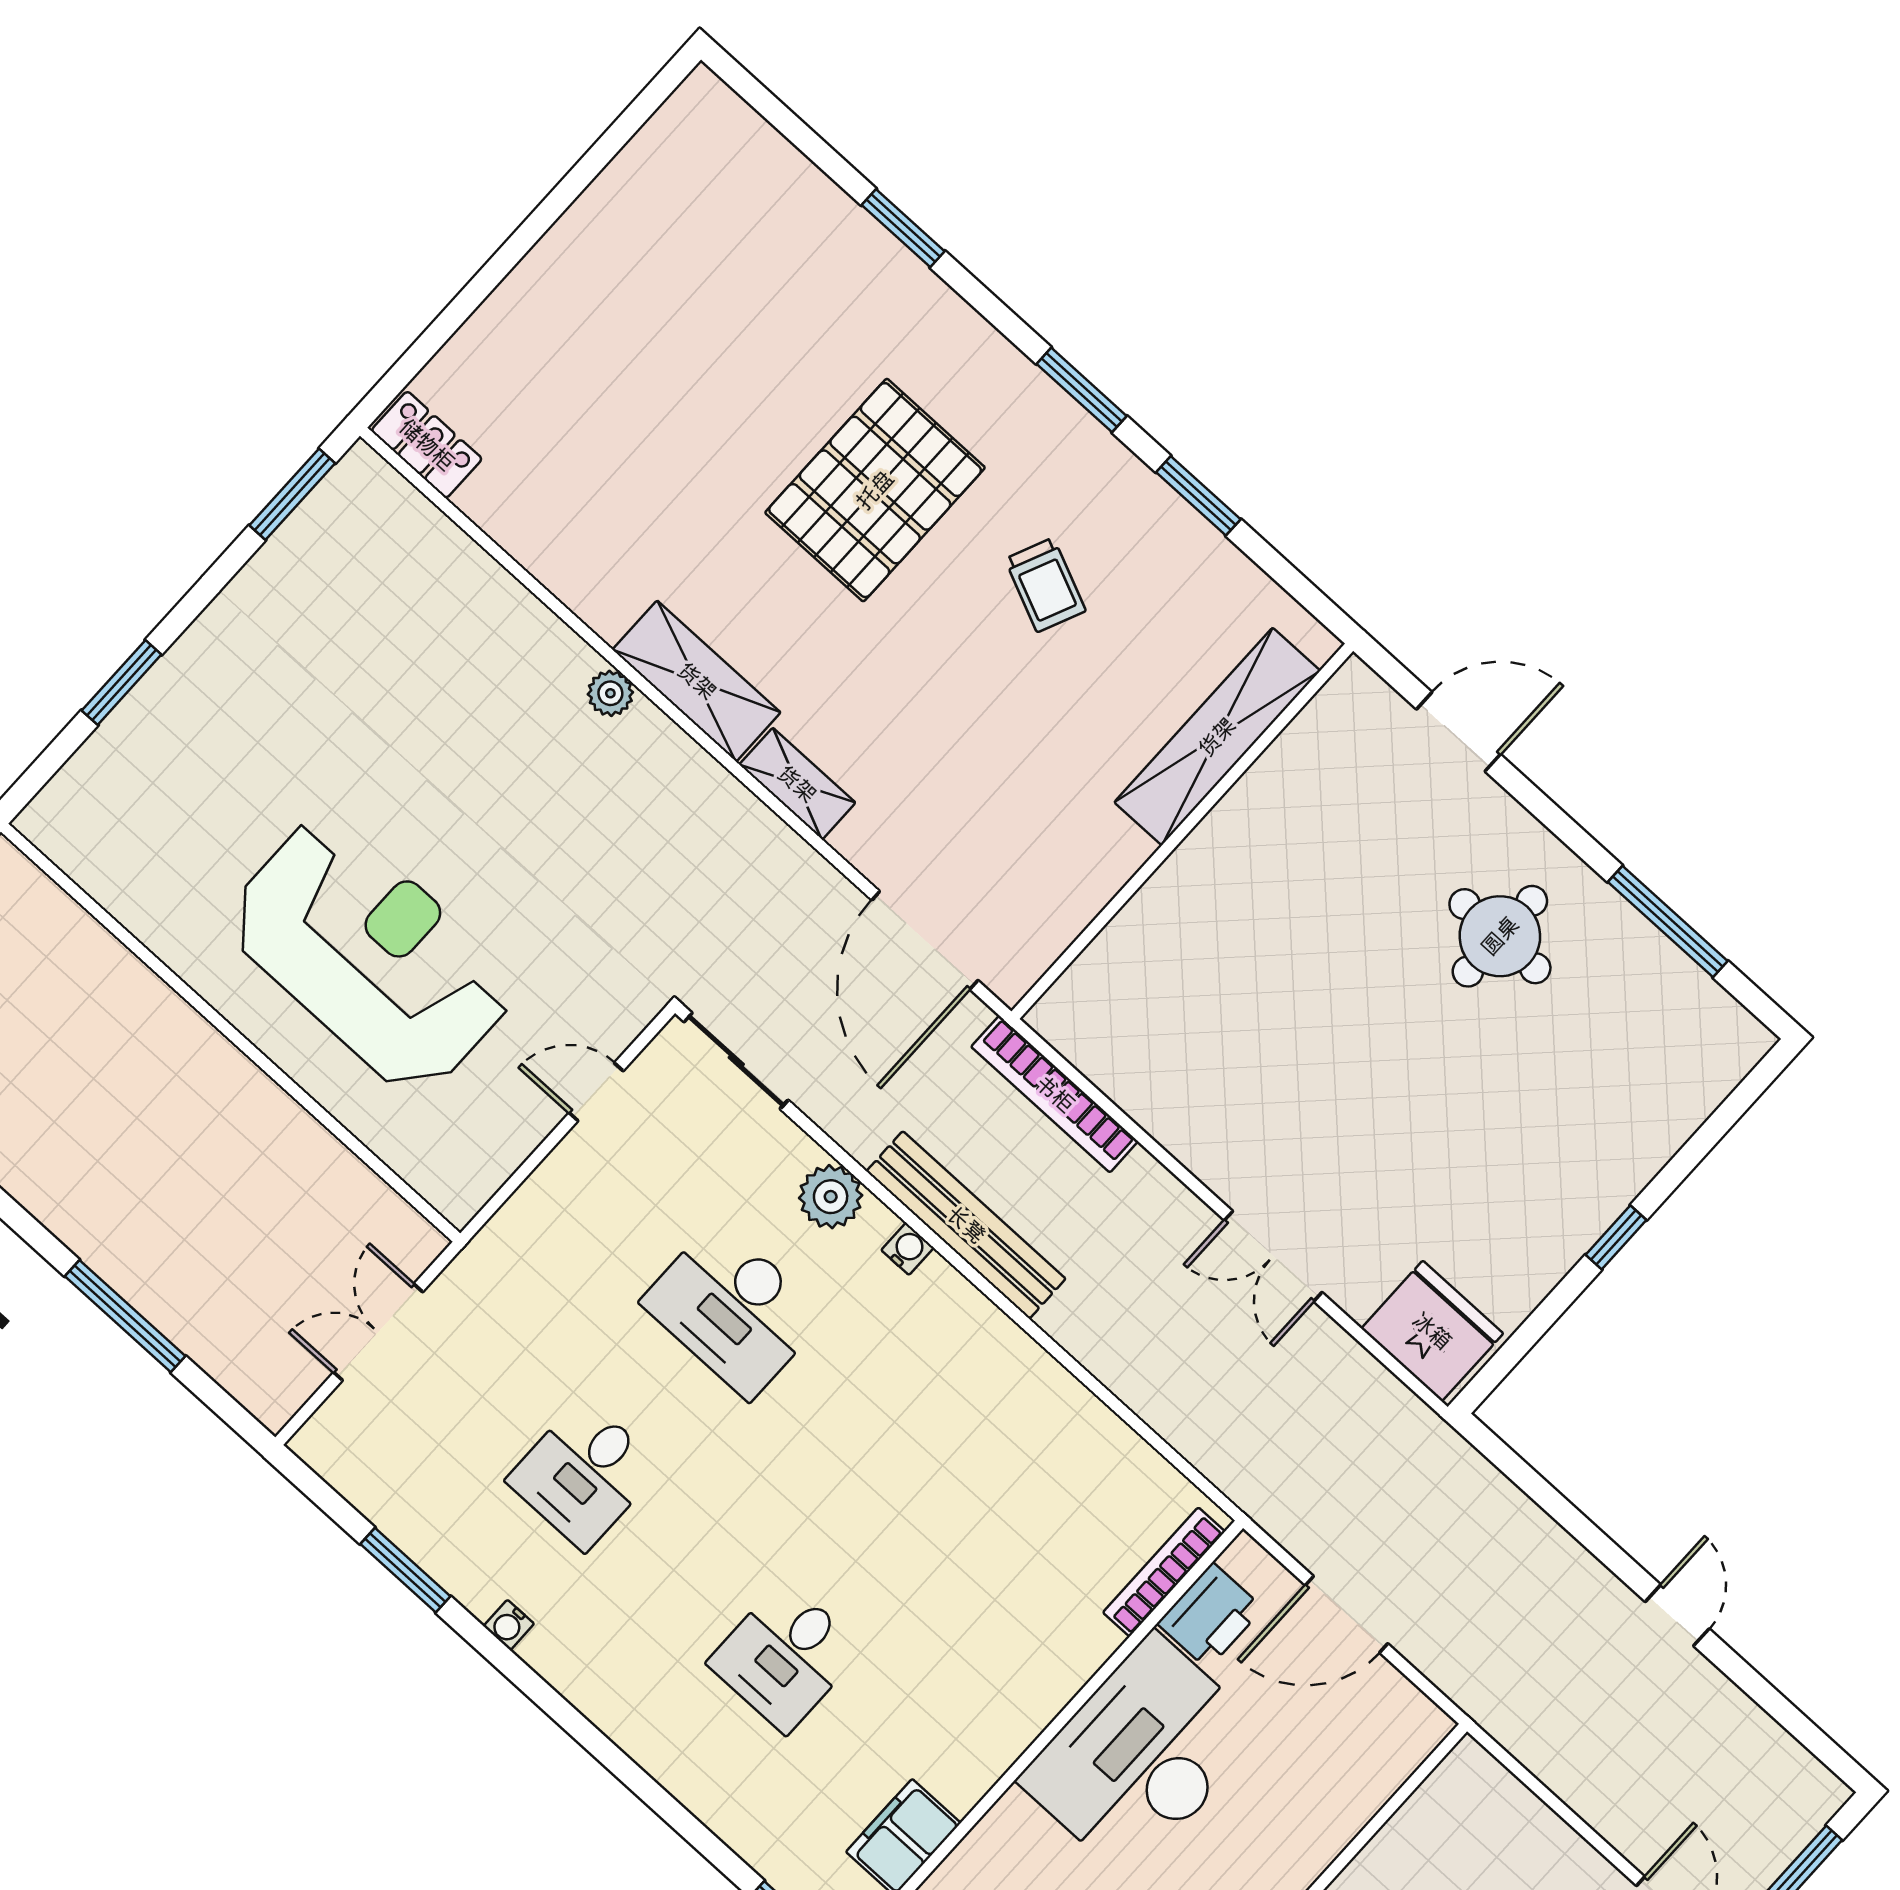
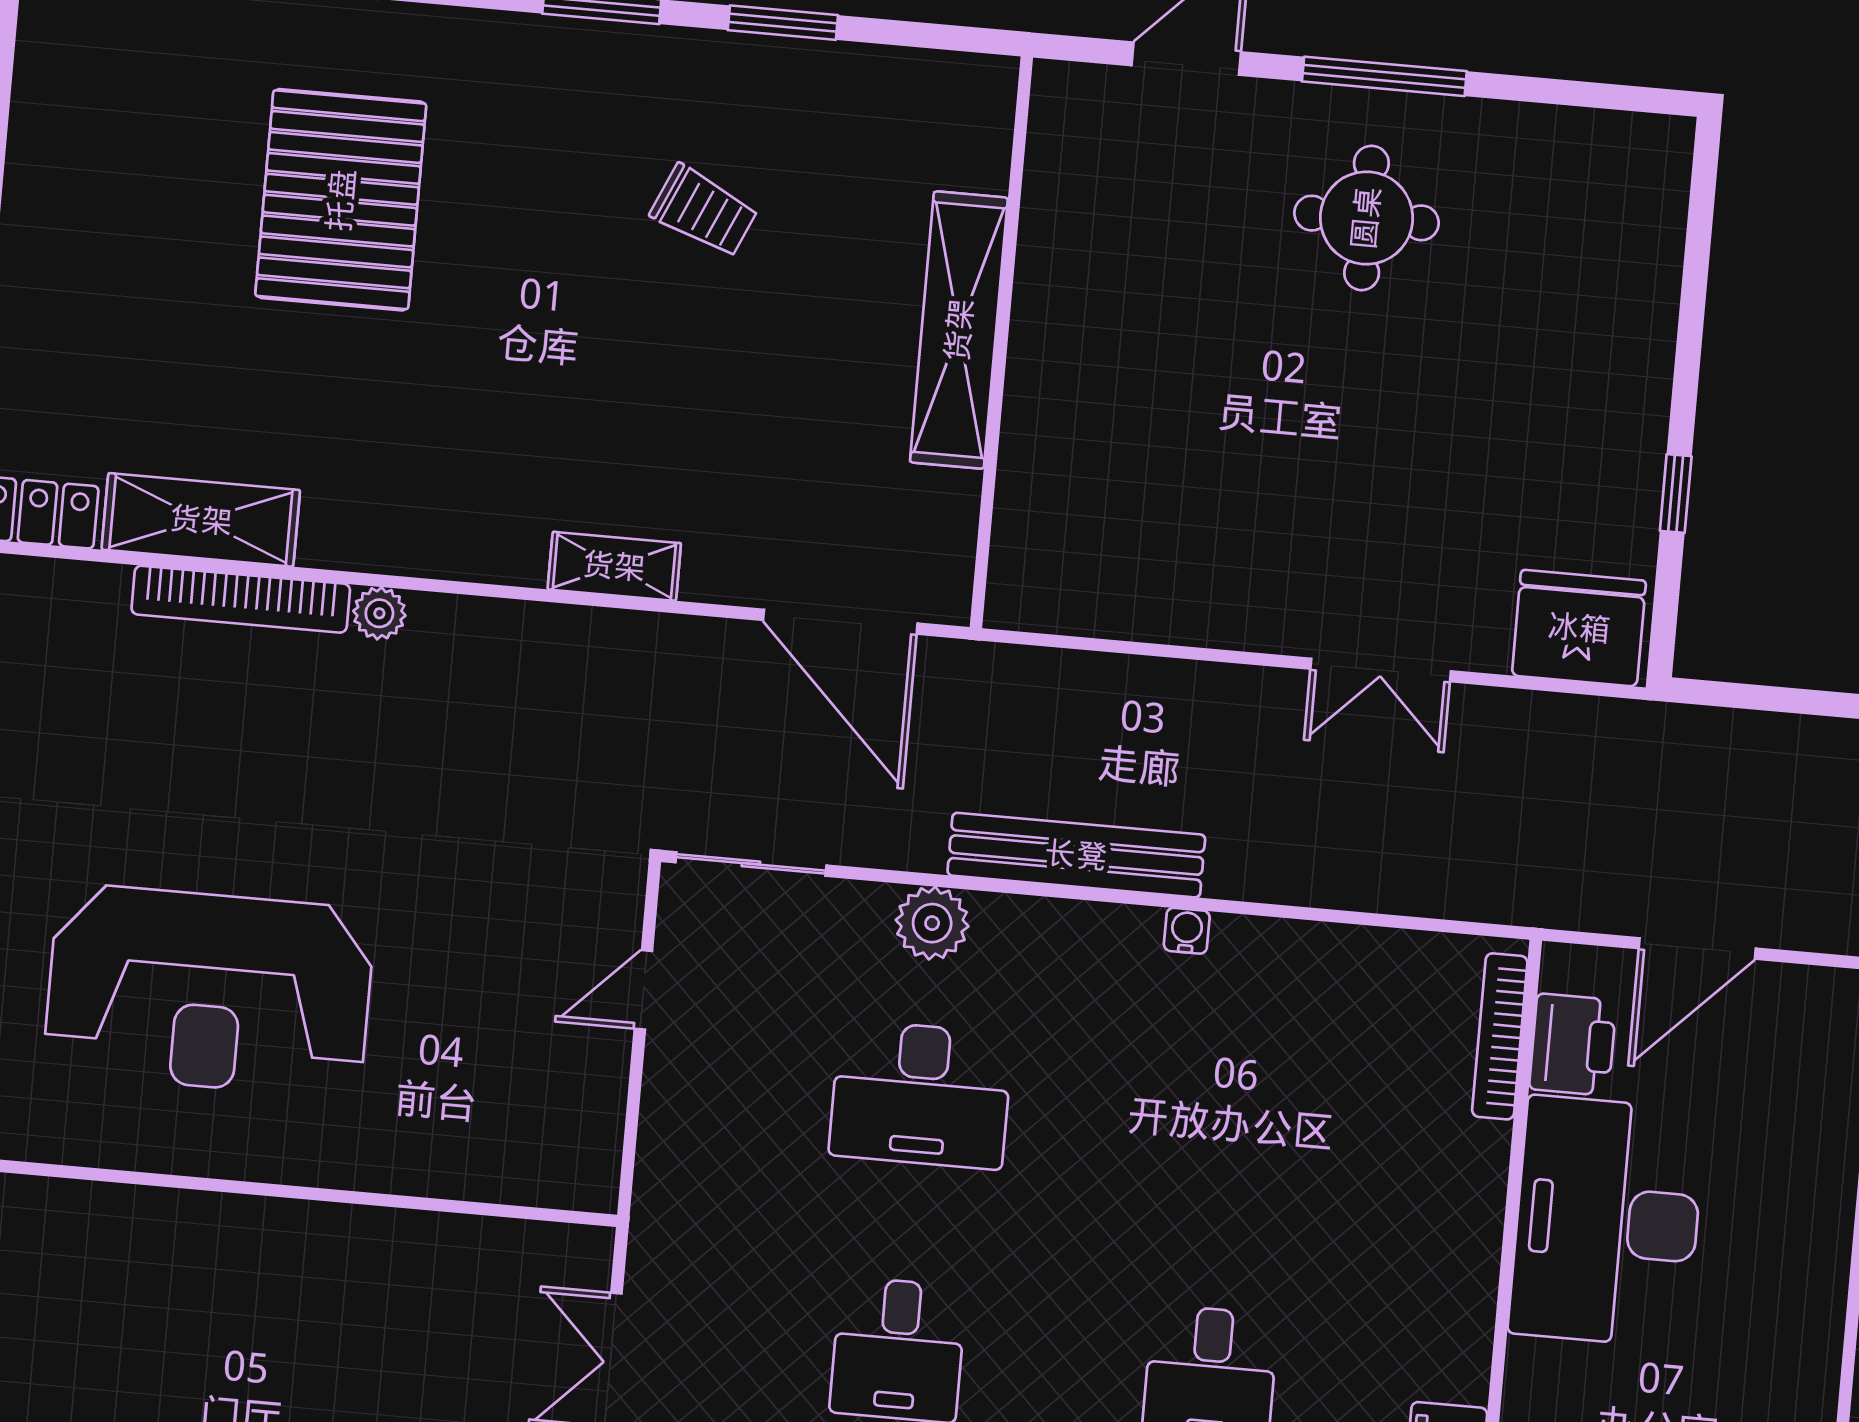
pallet: (875, 490) -> (341, 200), moved
shelving: (697, 681) -> (201, 520), moved
shelving: (1217, 737) -> (959, 330), moved
window: (1668, 921) -> (1384, 76), moved
reception desk: (371, 955) -> (209, 991), moved, turned 180
bookcase: (1055, 1094) -> (241, 599), moved
window: (1616, 1237) -> (1676, 494), moved
water cooler: (907, 1249) -> (1187, 931), moved

